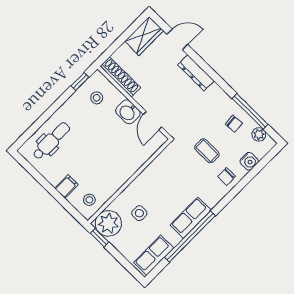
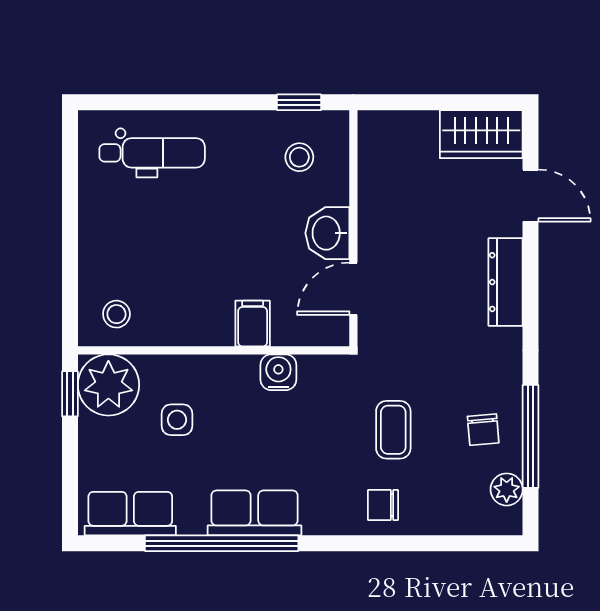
shoe rack: (120, 77) -> (373, 162), removed
water cooler: (249, 161) -> (278, 372), moved, turned 180
filing cabinet: (66, 186) -> (253, 323), moved, turned -90

